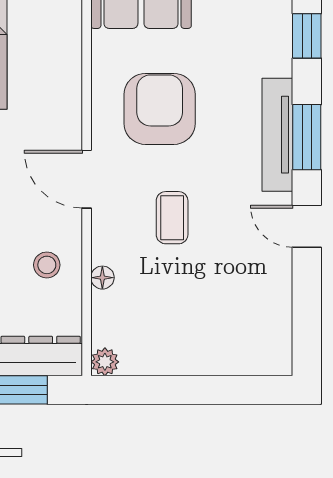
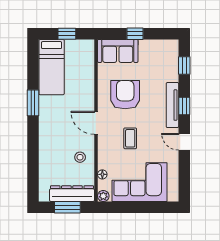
window: (307, 137) -> (184, 106), width x0.67
floor lamp: (102, 278) -> (102, 174), moved
corner sofa: (195, 327) -> (140, 182), added

